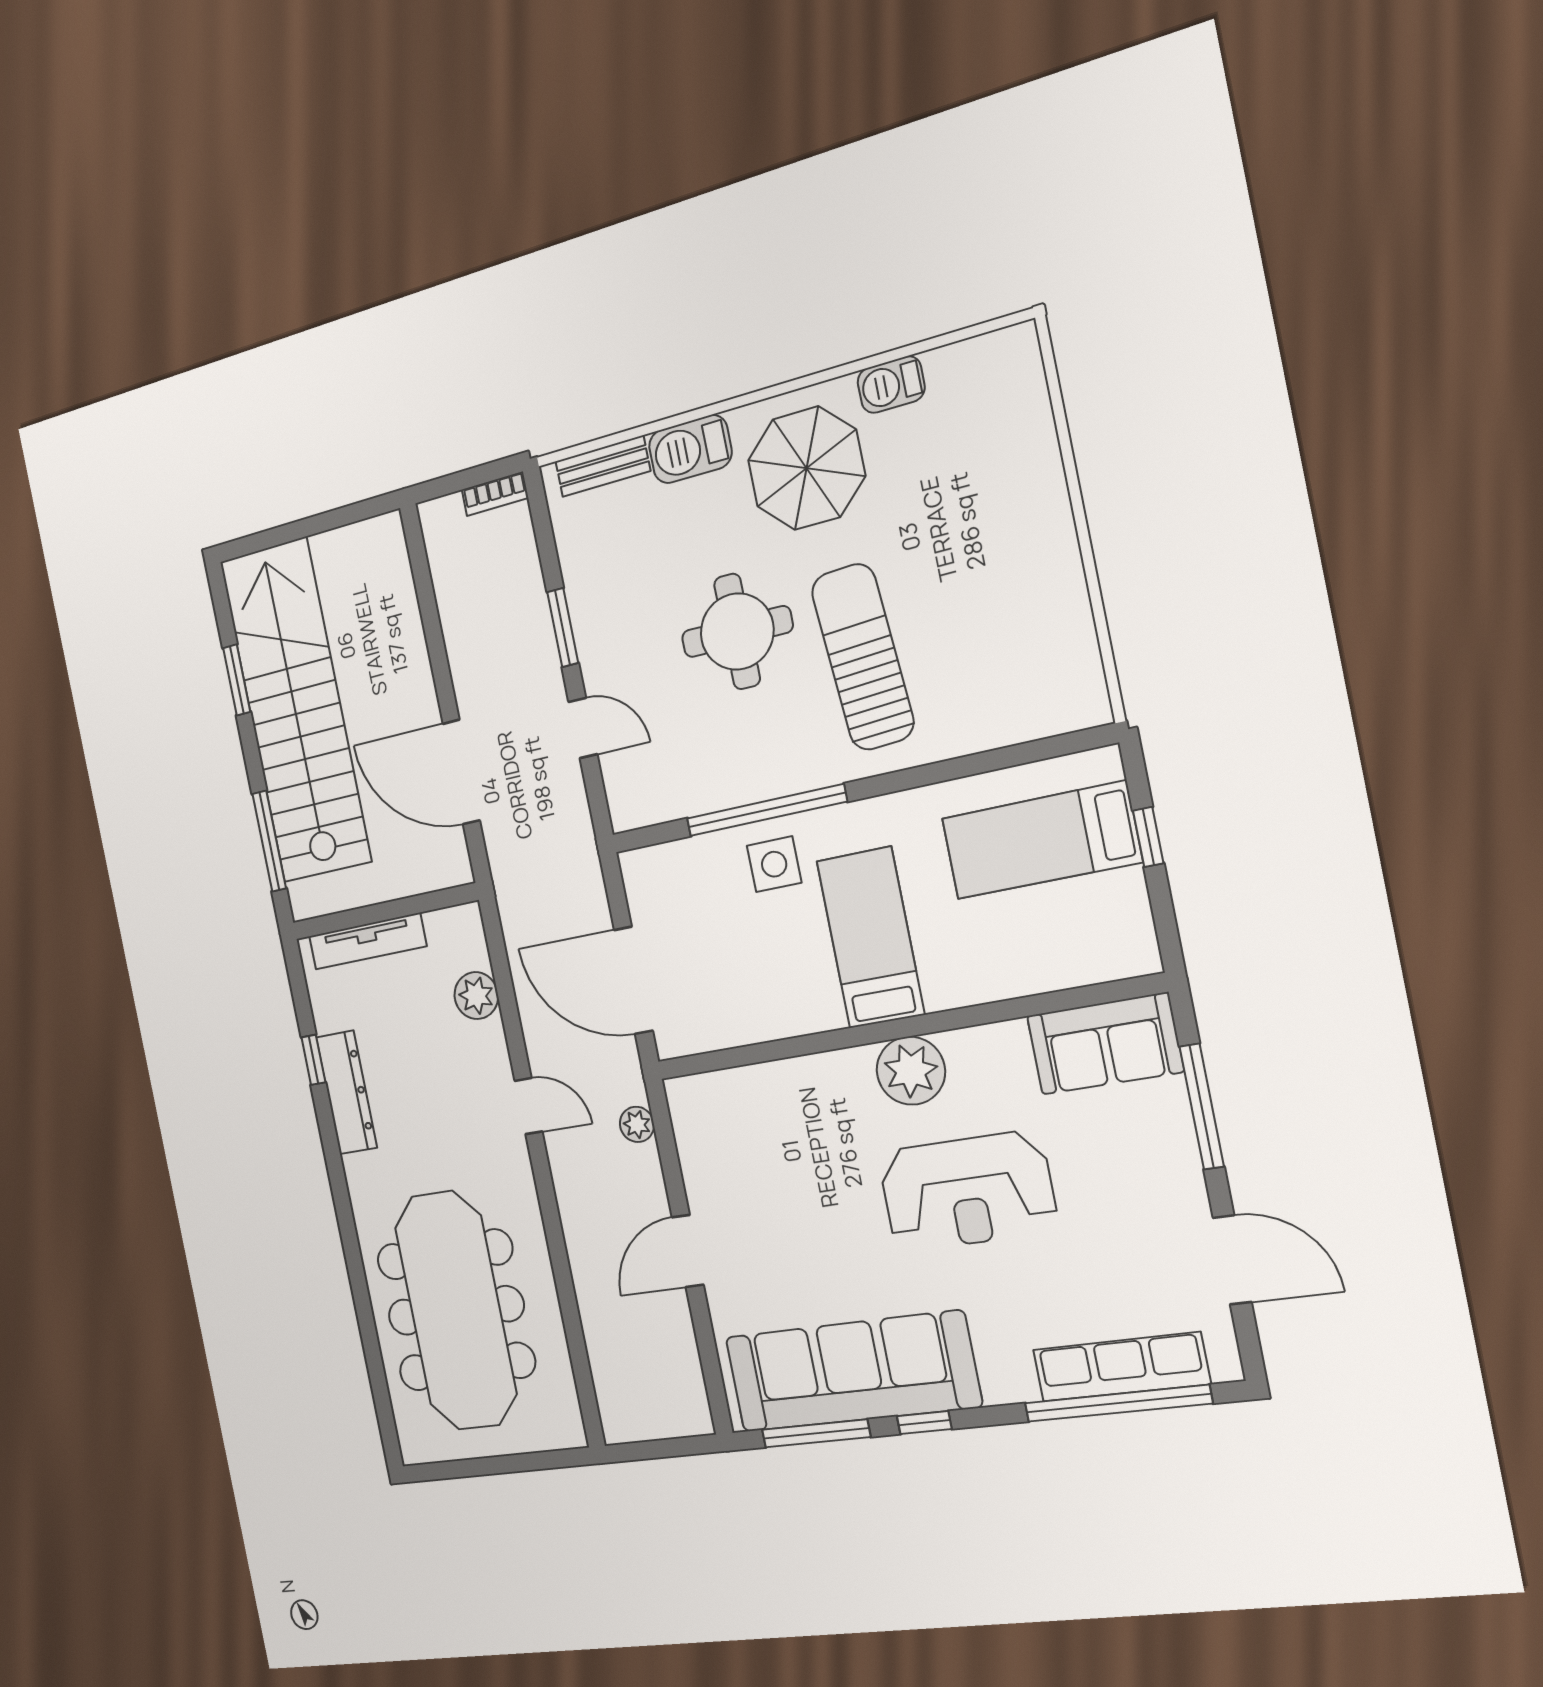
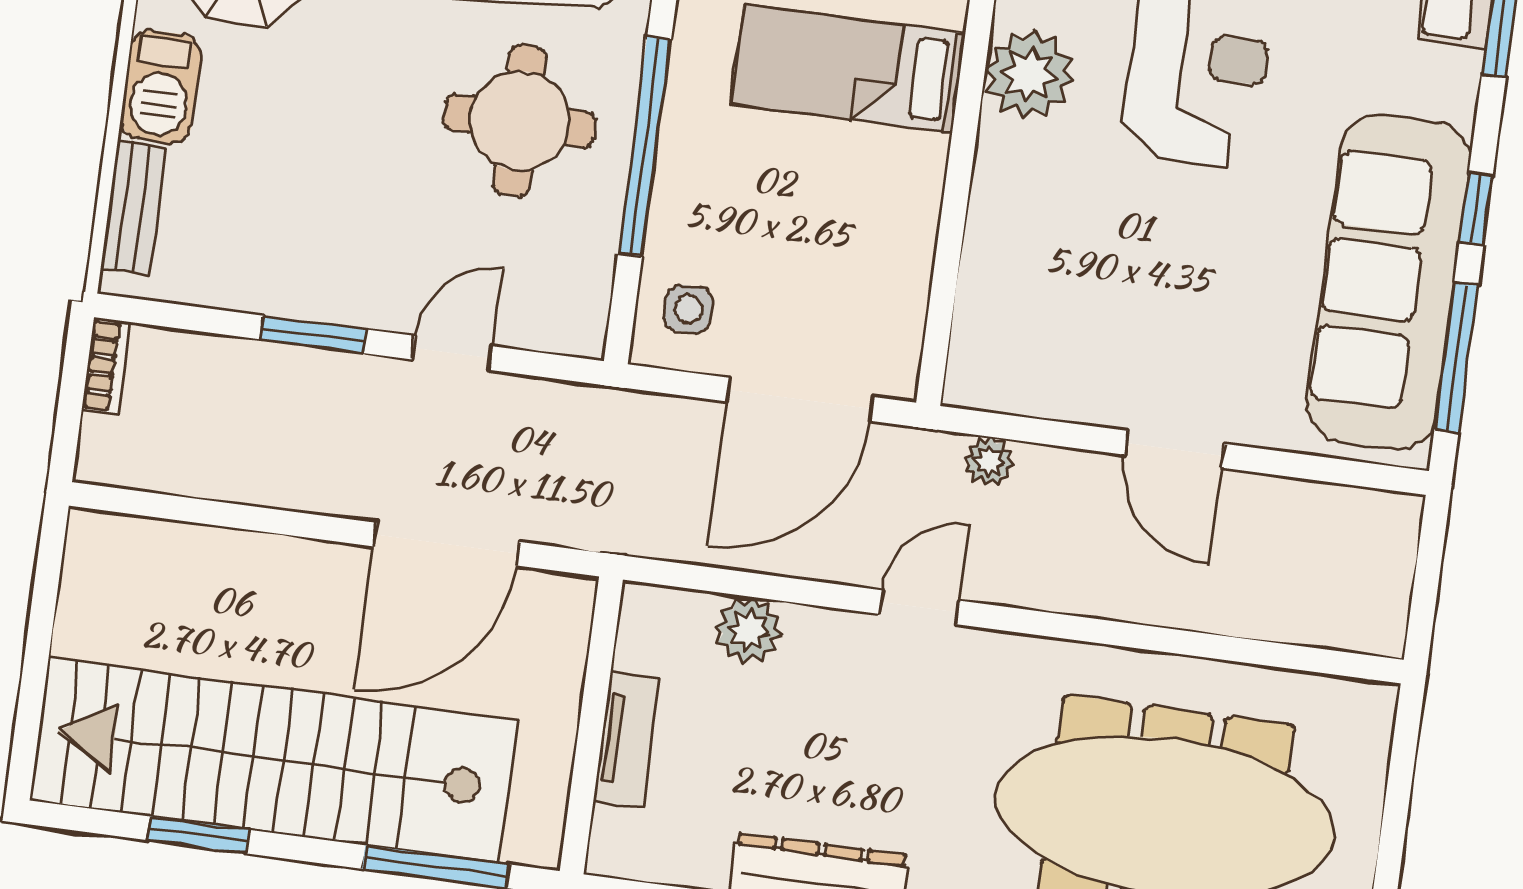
round table: (737, 632) -> (520, 121), moved
side table: (774, 864) -> (688, 309), moved, width x0.73, depth x0.73
tv unit: (367, 941) -> (626, 740), width x0.71

